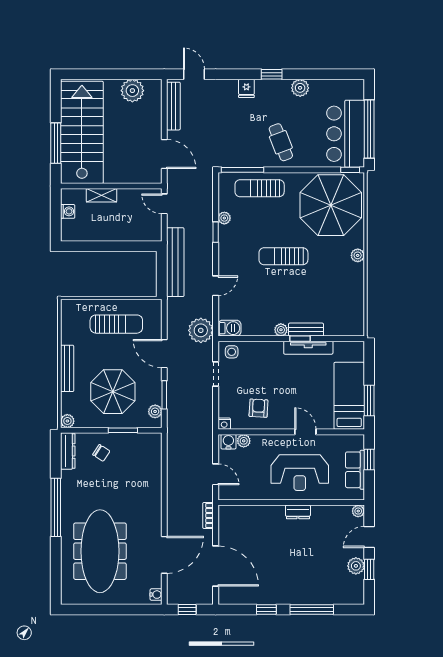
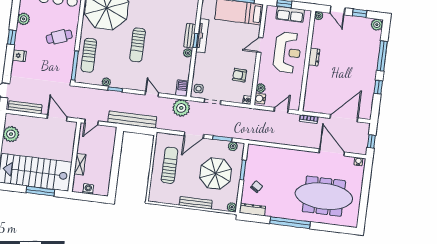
door: (164, 154) -> (57, 118), hinge flipped
plant: (356, 566) -> (377, 25), moved

